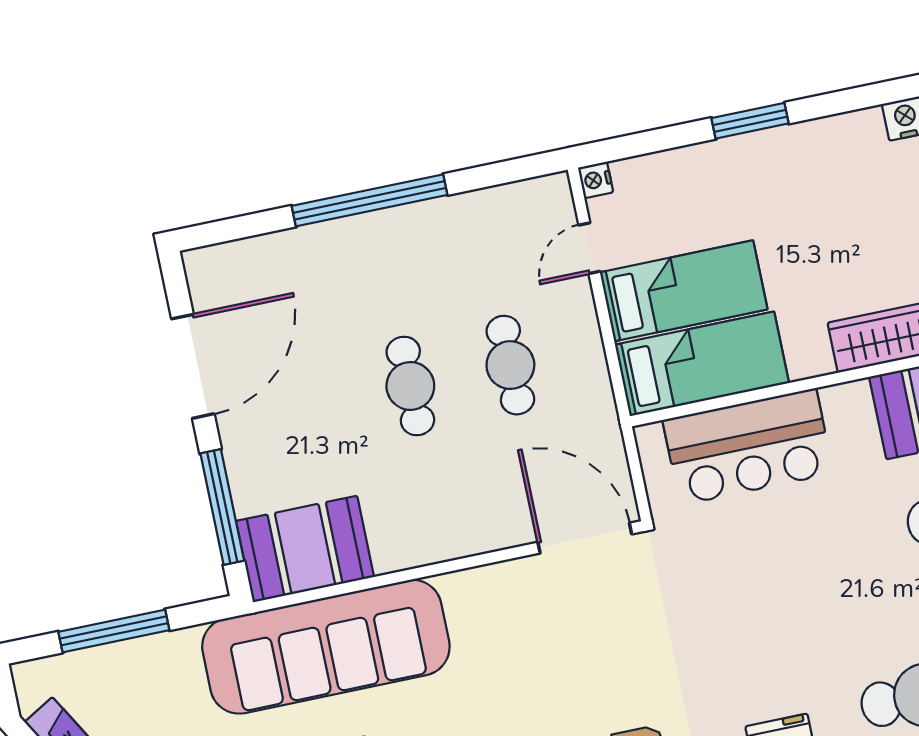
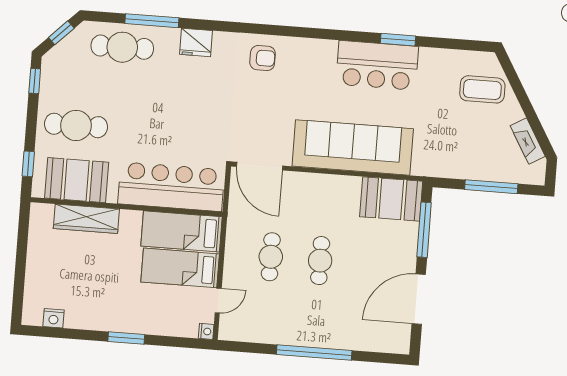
bar counter: (748, 447) -> (171, 187), width x1.36
sofa: (326, 647) -> (353, 147), moved

